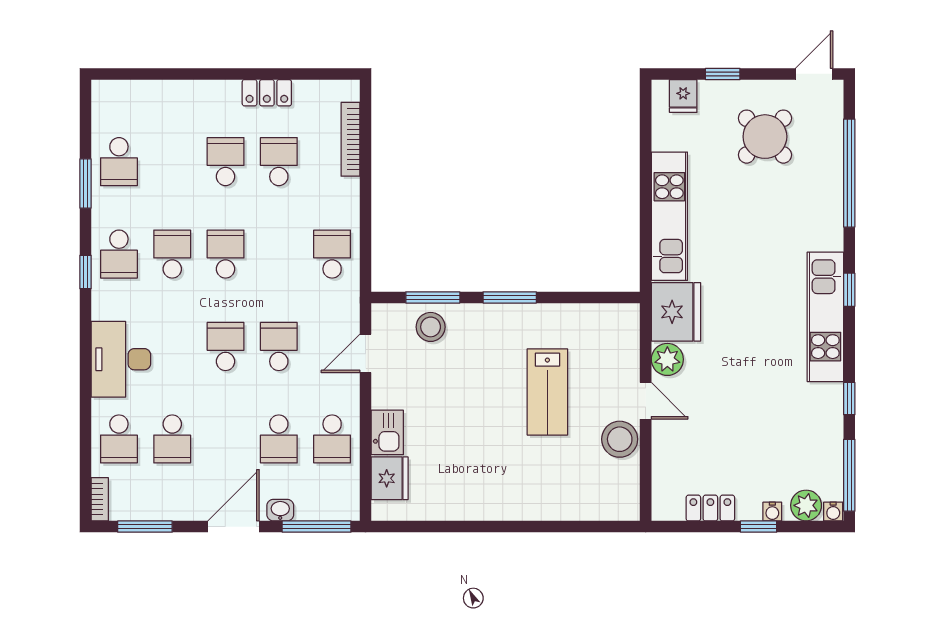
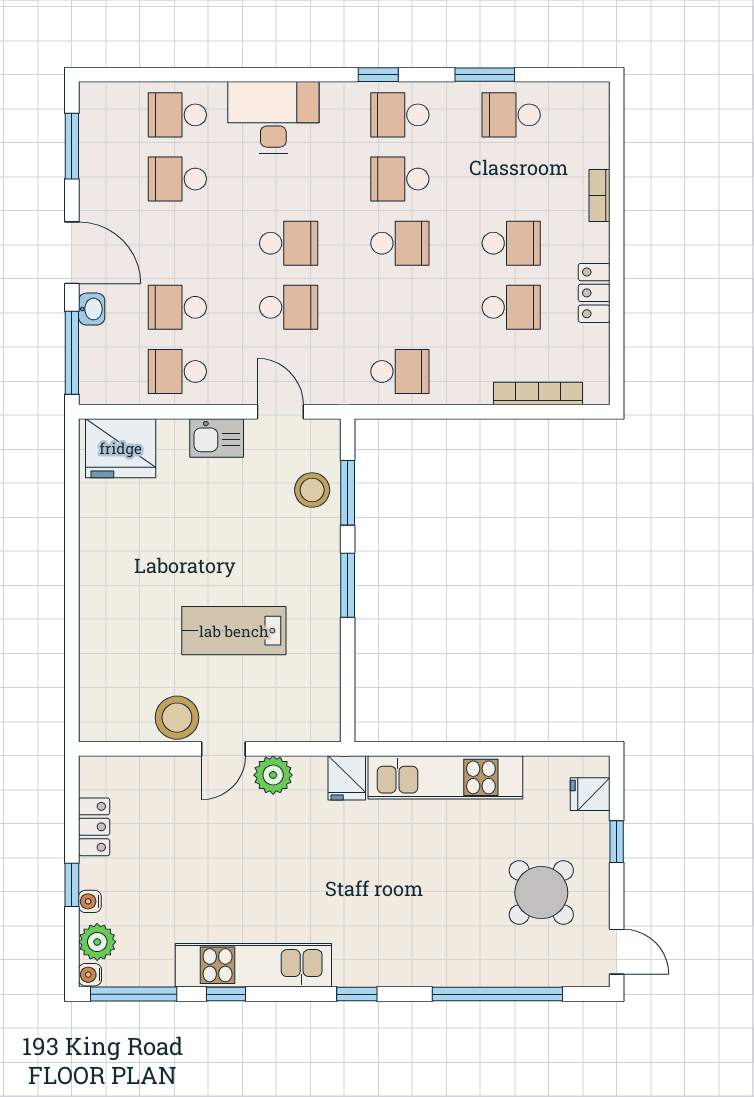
school desk: (172, 254) -> (400, 179), turned 180
fridge: (676, 312) -> (347, 778), width x0.53, depth x0.75
kitchen unit: (825, 317) -> (253, 965), moved
kitchen sink: (387, 432) -> (217, 438), moved
fridge: (390, 478) -> (121, 448), width x1.36, depth x1.34
bookcase: (100, 499) -> (599, 195), moved, turned 90

